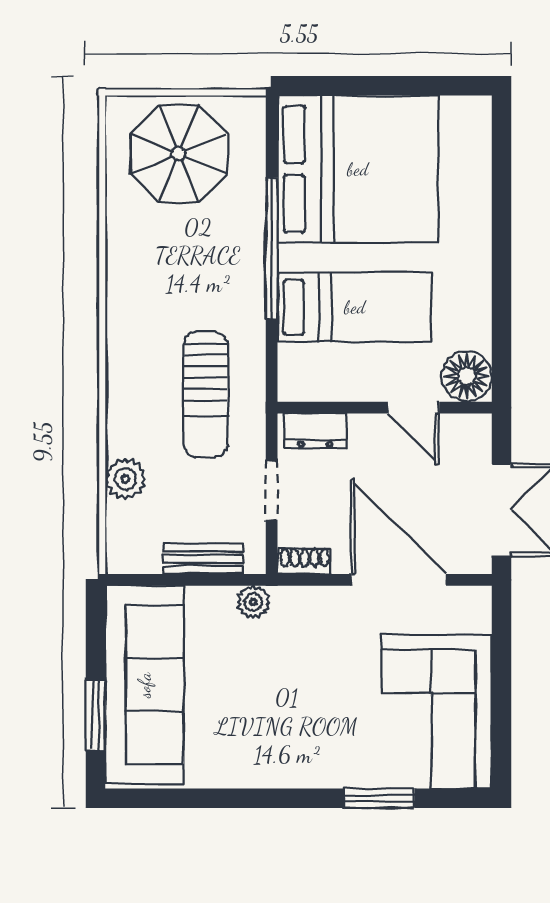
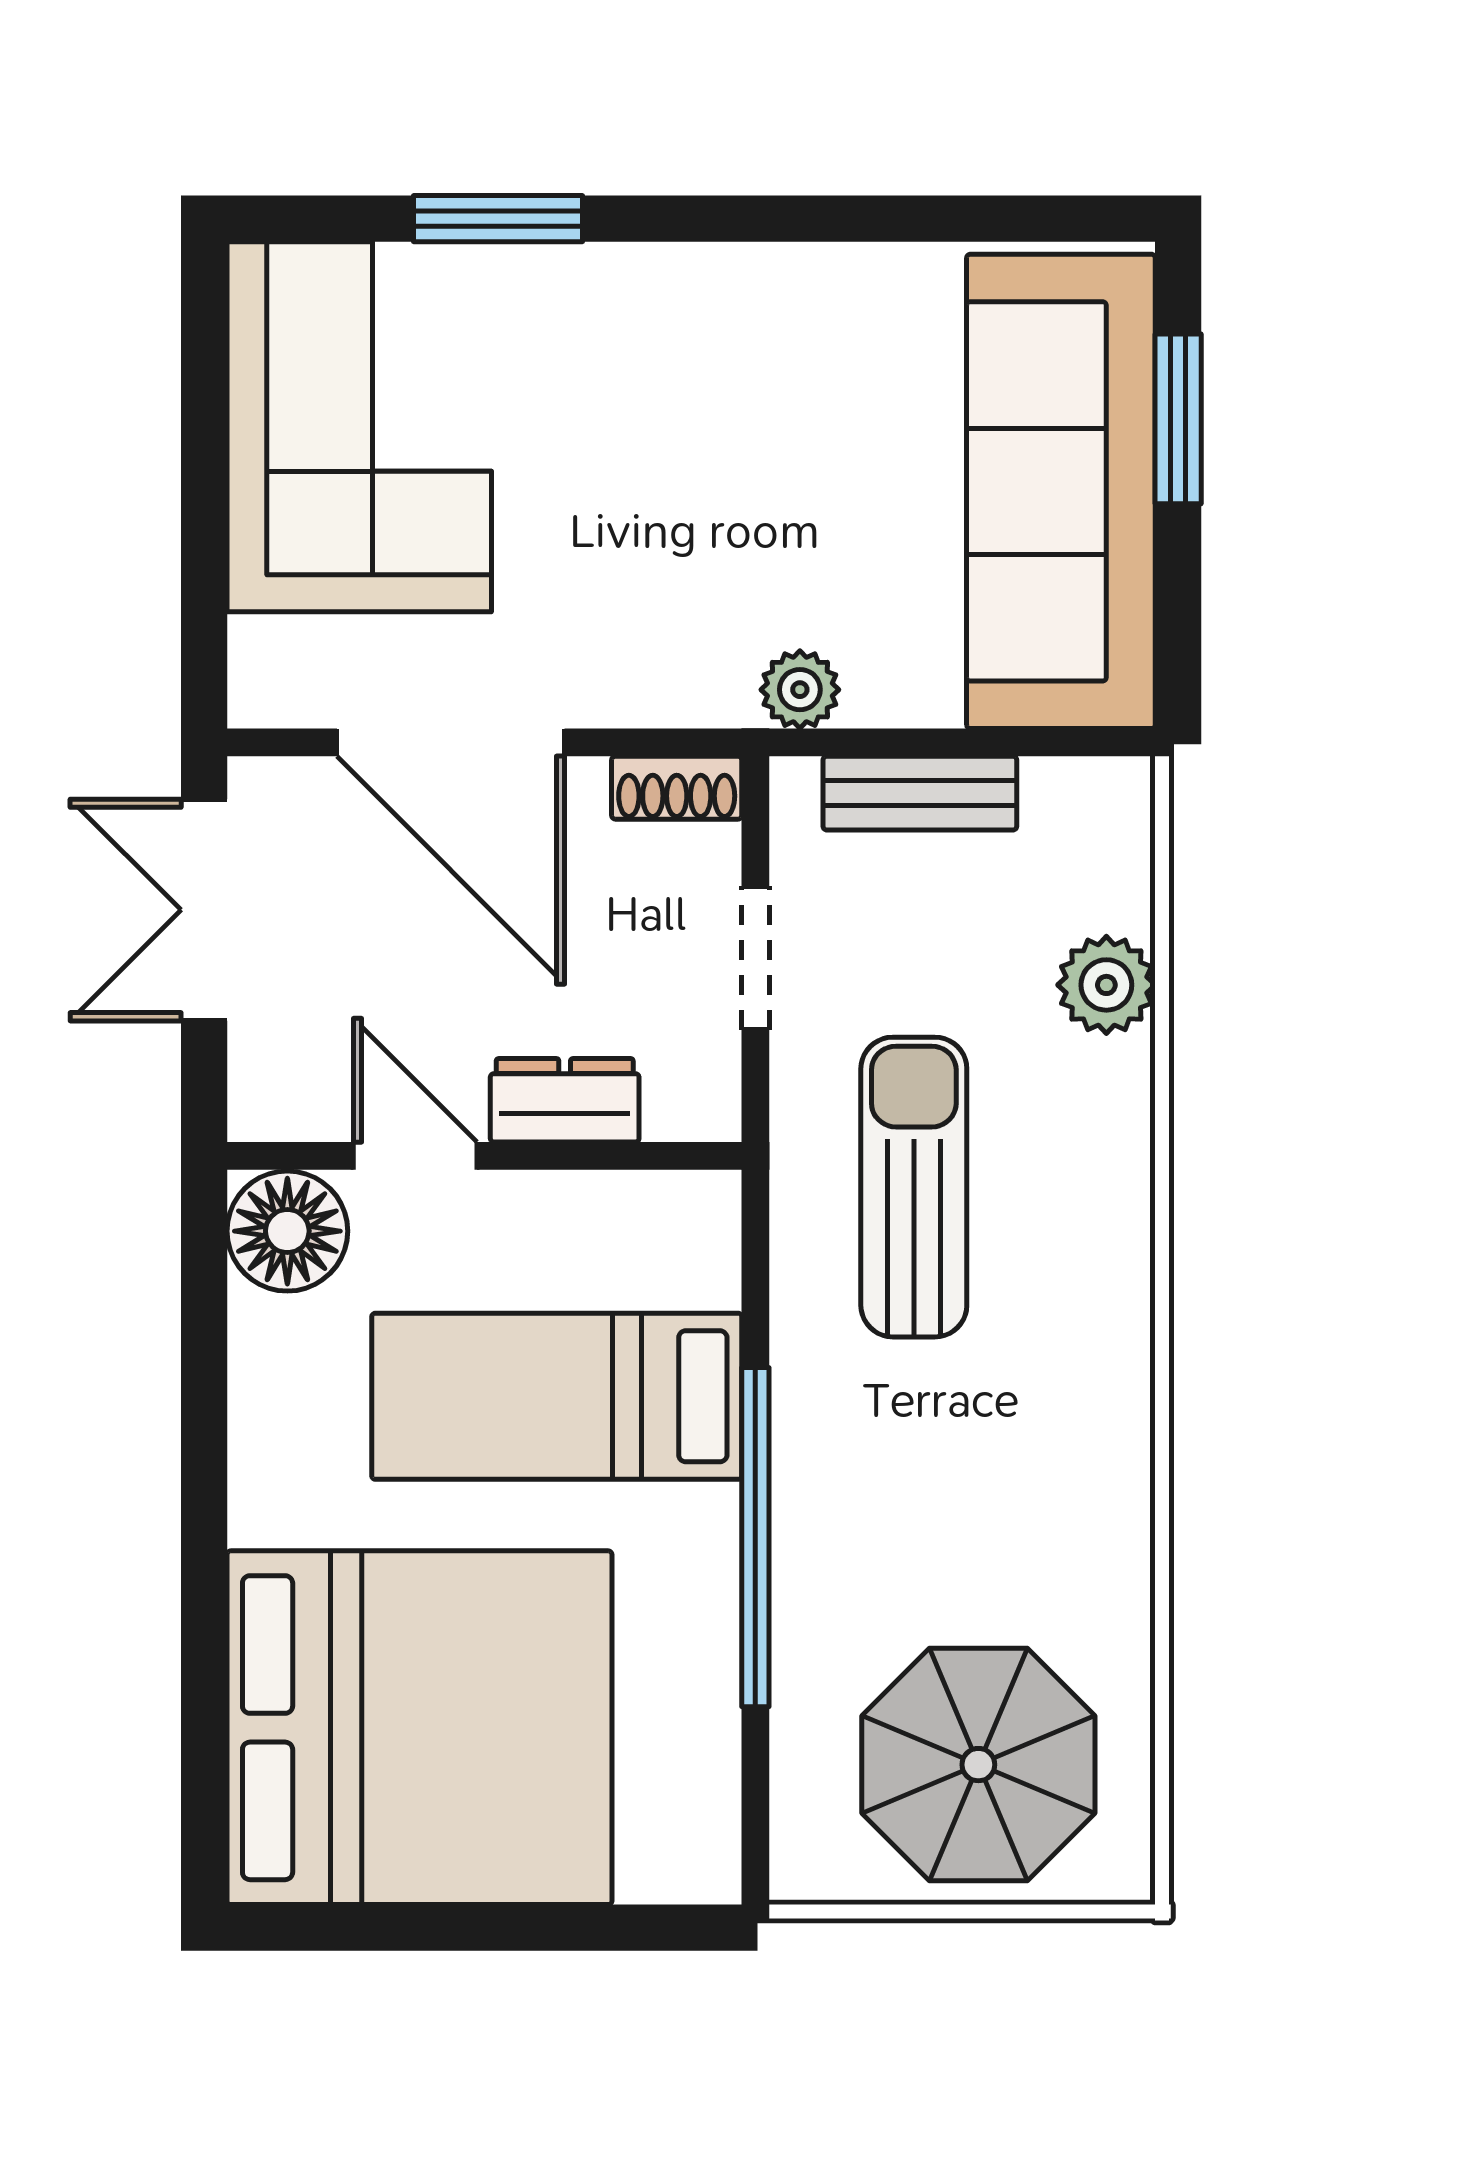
bed: (358, 169) -> (419, 1728), moved, turned 180
dresser: (315, 431) -> (565, 1100), moved

